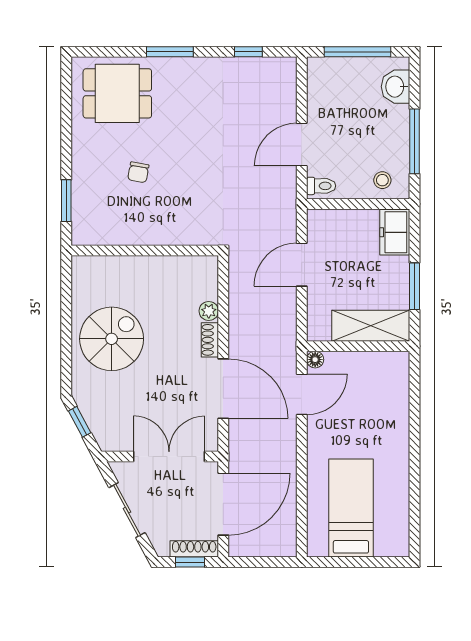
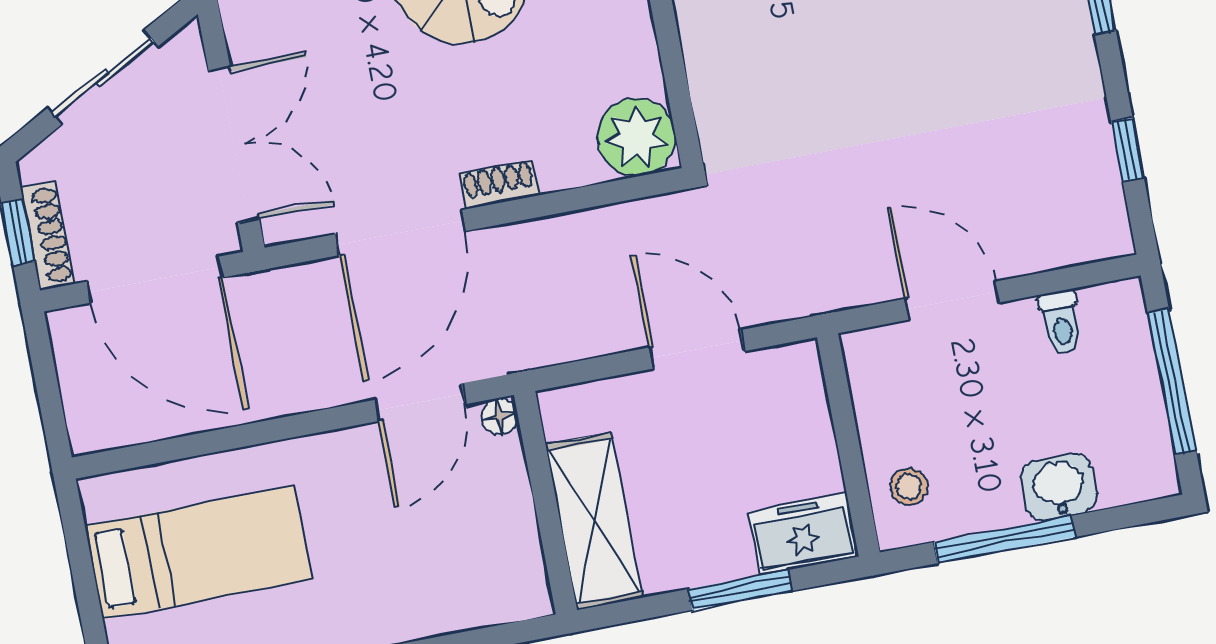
washbasin: (396, 87) -> (1059, 487), moved
toilet: (321, 186) -> (1061, 323), moved
window: (415, 286) -> (740, 590), moved
plant: (209, 311) -> (636, 137), moved, width x1.88, depth x1.88
door: (302, 394) -> (420, 402), hinge flipped

